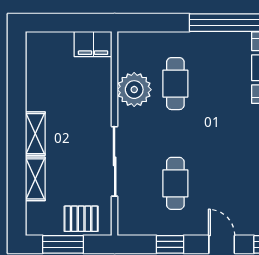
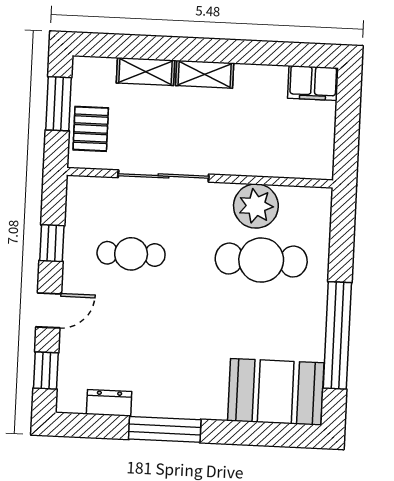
filing cabinet: (93, 44) -> (313, 83), moved, turned -90
cafe table: (175, 84) -> (261, 260), width x1.37, depth x1.35

